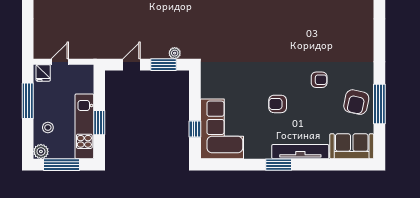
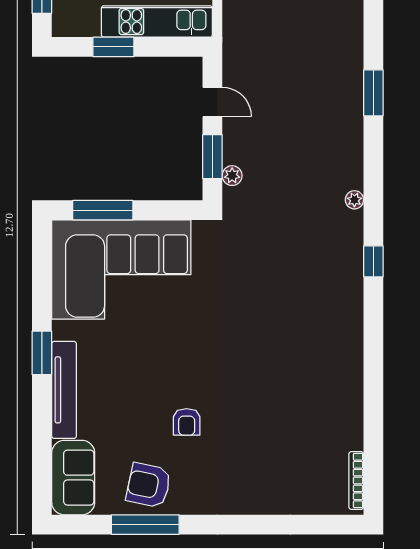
armchair: (278, 104) -> (145, 351), removed
kitchen unit: (84, 126) -> (157, 21), moved
window: (195, 129) -> (103, 210), width x2.17
corner sofa: (222, 129) -> (121, 270), width x1.36, depth x1.36

